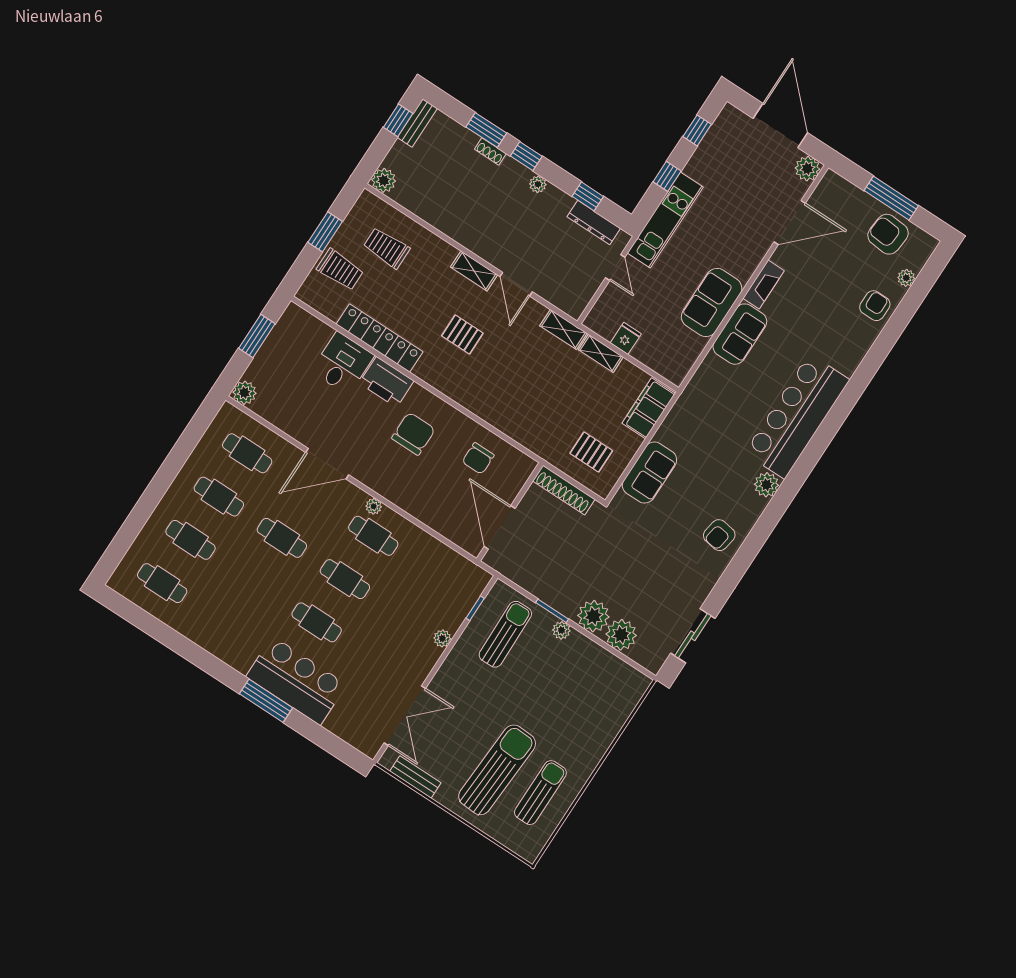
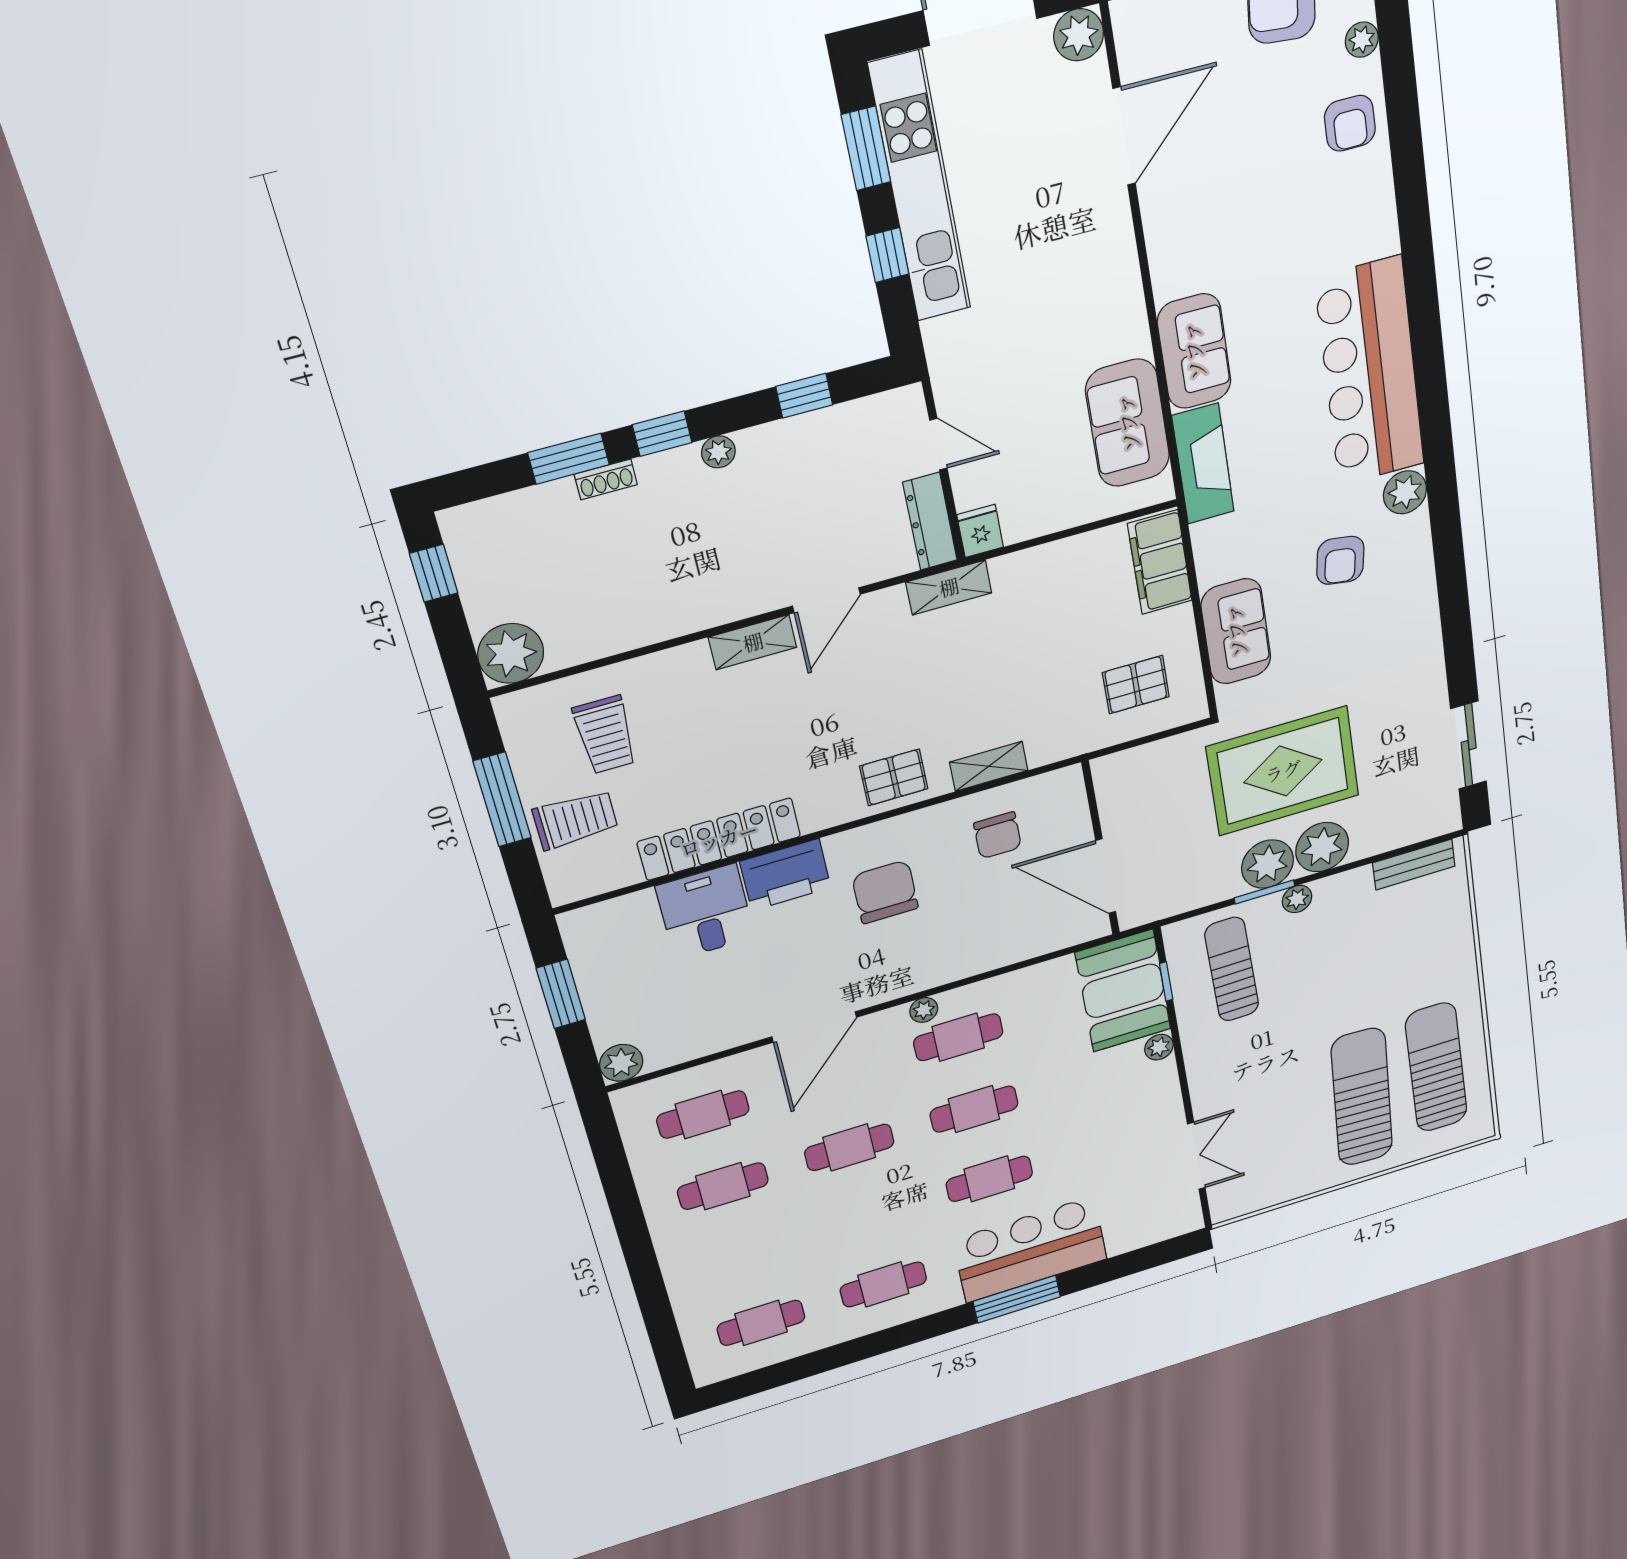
bench: (417, 123) -> (464, 549), removed
window: (697, 130) -> (866, 148), width x1.50
plant: (384, 180) -> (511, 653), width x1.36, depth x1.36
kitchen unit: (665, 220) -> (920, 188), moved, width x1.36
dresser: (594, 223) -> (930, 521), moved, turned 90
window: (325, 232) -> (502, 800), width x1.44
trolley: (386, 248) -> (605, 735), turned -90
door: (516, 284) -> (826, 600), hinge flipped
fireplace: (764, 284) -> (1203, 464), moved, width x1.37, depth x1.32
sofa: (712, 302) -> (1128, 423), moved
armchair: (875, 306) -> (1350, 123), turned 180
pallet: (462, 334) -> (894, 777), moved
fridge: (626, 338) -> (980, 531), moved
shelving: (601, 353) -> (989, 766), moved
shoe rack: (564, 490) -> (1145, 759), removed
armchair: (719, 535) -> (1340, 560), moved
cafe table: (191, 540) -> (883, 1284), moved
rug: (610, 560) -> (1283, 771), added
booth: (455, 592) -> (1123, 991), added
plant: (621, 635) -> (1268, 864), moved
double door: (405, 716) -> (1196, 1156), width x0.73
bench: (415, 777) -> (1414, 865), moved
sun lounger: (540, 793) -> (1436, 1067), width x1.36, depth x1.34

